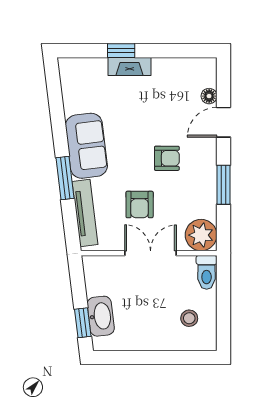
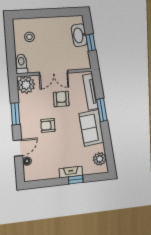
plant: (73, 86) -> (100, 159), added
window: (83, 323) -> (91, 43), moved

